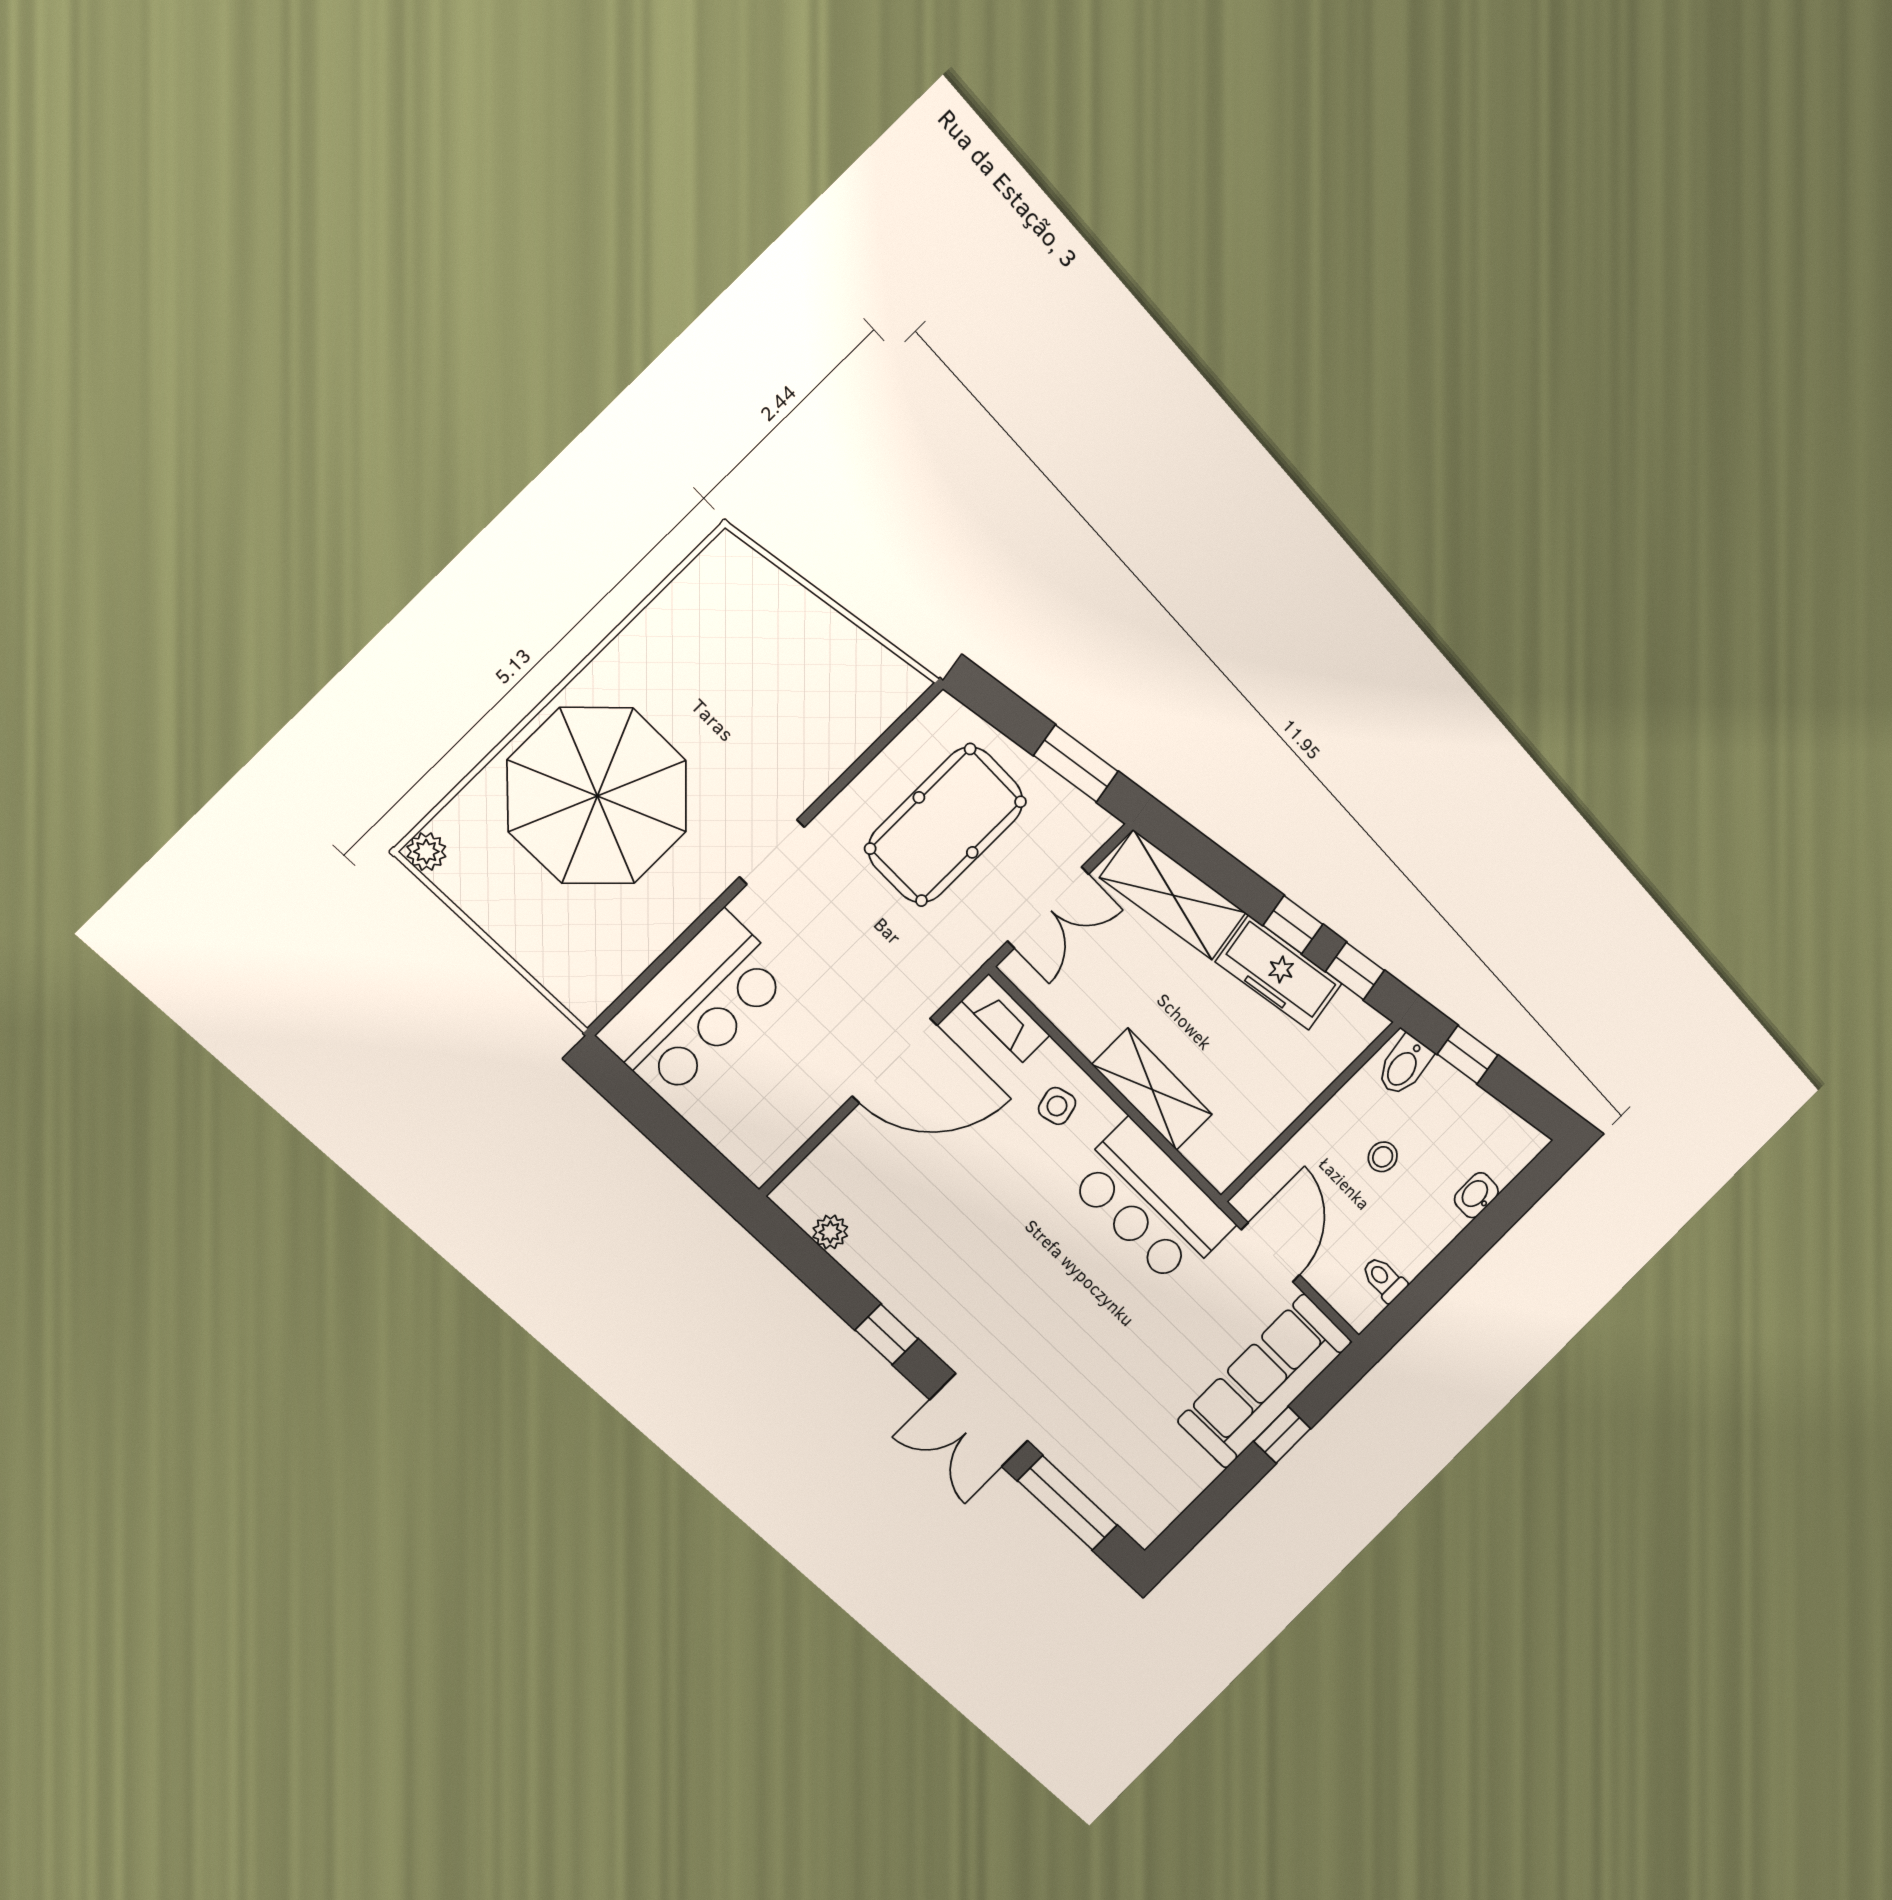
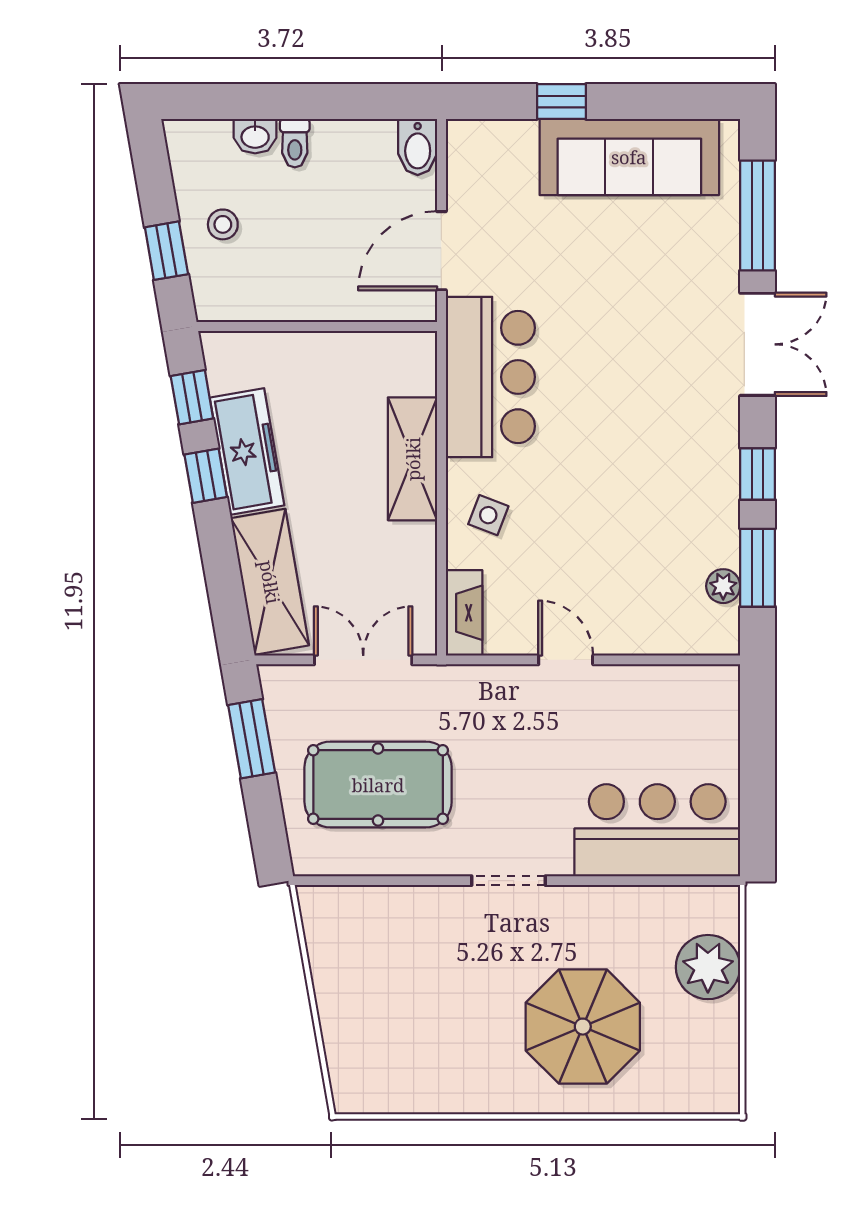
parasol: (597, 796) -> (583, 1027), width x0.73, depth x0.73
plant: (426, 852) -> (708, 967), moved, width x1.87, depth x1.87
door: (895, 1061) -> (566, 660), width x0.53
bidet: (1404, 1066) -> (418, 147), moved, turned 100
side table: (1057, 1106) -> (488, 515), turned 35
stool: (1383, 1157) -> (223, 224), moved
window: (818, 1270) -> (757, 568), added
toilet: (1384, 1279) -> (295, 143), moved
sofa: (1265, 1381) -> (629, 157), moved

